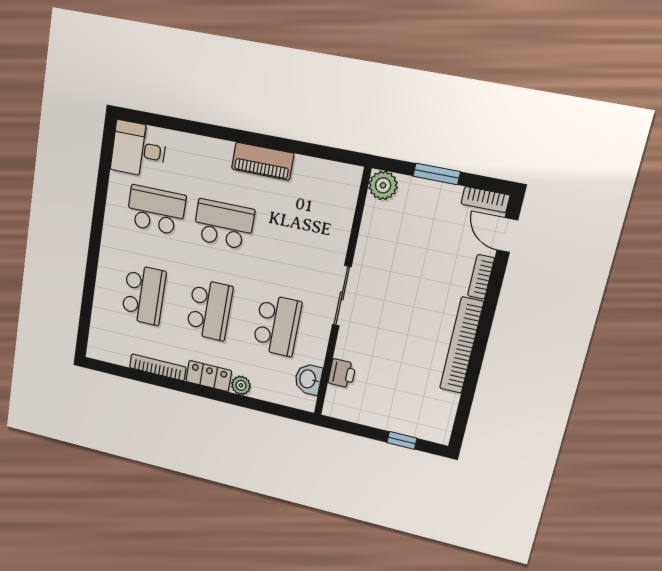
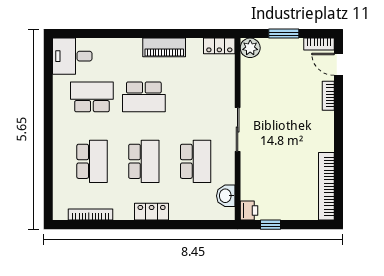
locker: (340, 174) -> (219, 46), added
school desk: (224, 224) -> (144, 97), turned 180
bookcase: (461, 345) -> (326, 186), moved
bookcase: (158, 367) -> (91, 215), moved
printer: (342, 373) -> (249, 211), moved
plant: (241, 385) -> (177, 213), removed
window: (402, 440) -> (271, 225), moved

